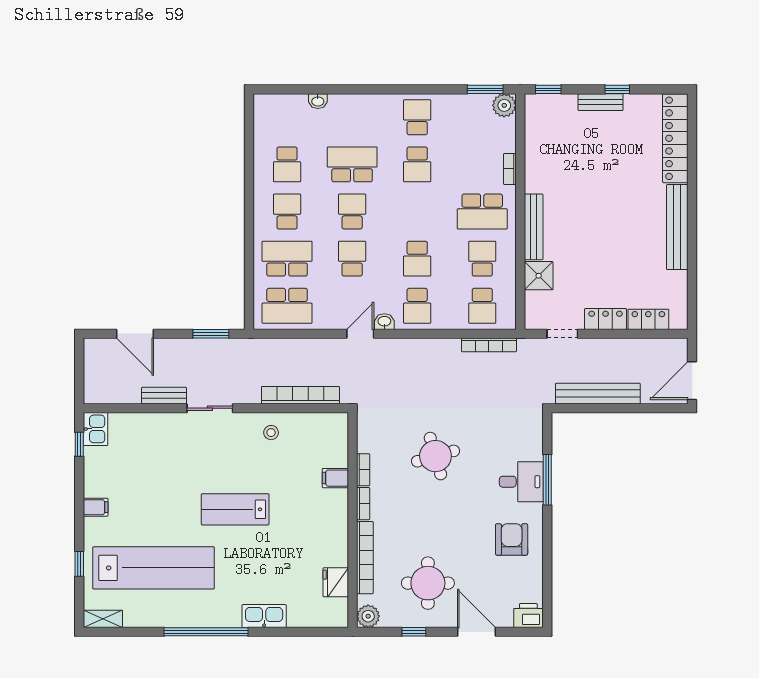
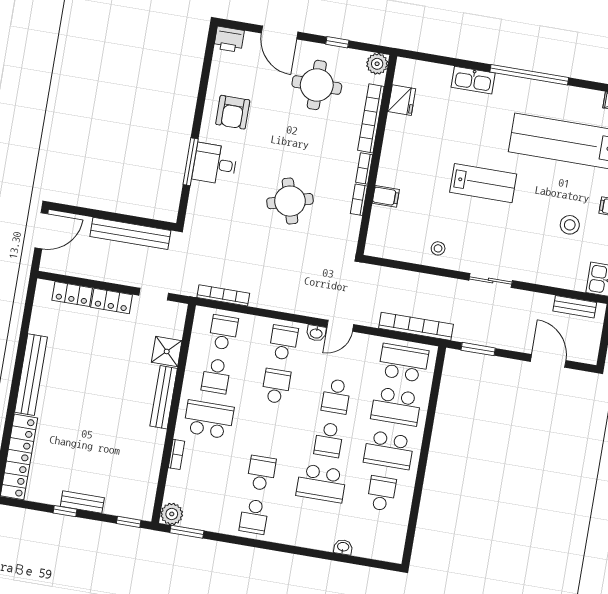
school desk: (287, 212) -> (389, 450), width x1.85
bookcase: (300, 395) -> (416, 326), moved, turned 180
bench: (164, 396) -> (575, 307), moved
stool: (137, 481) -> (570, 225), added

